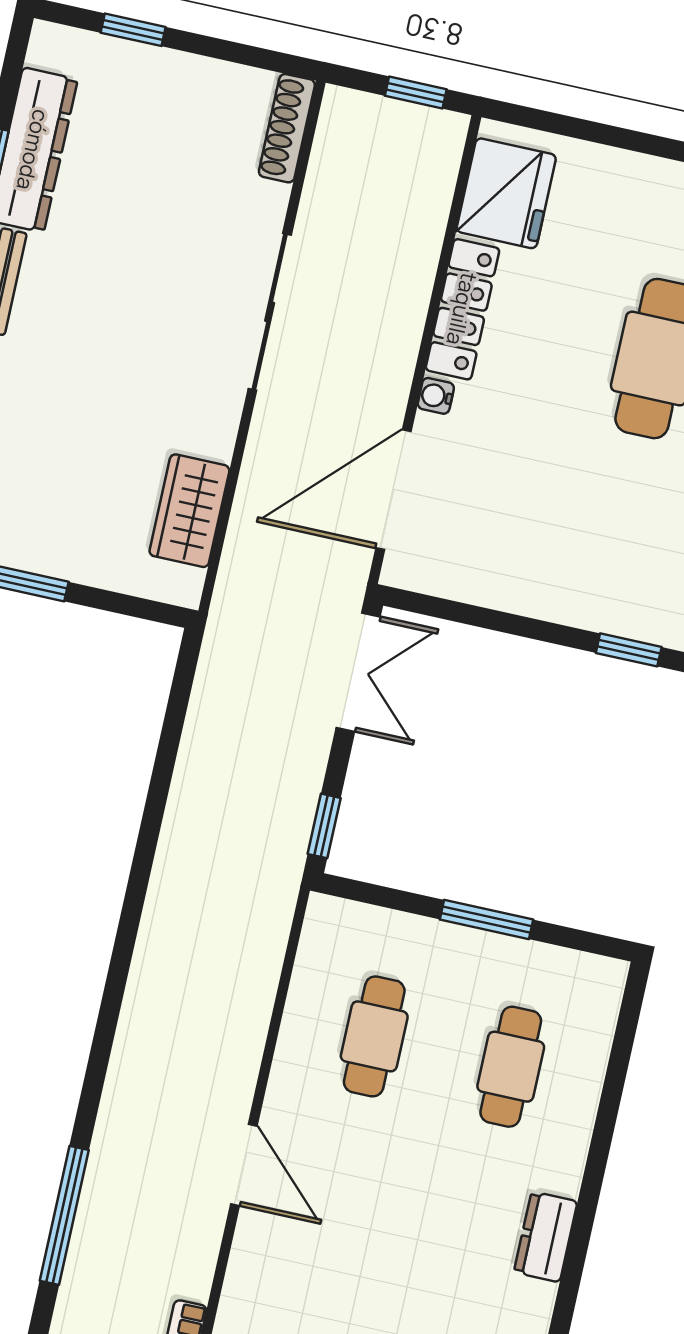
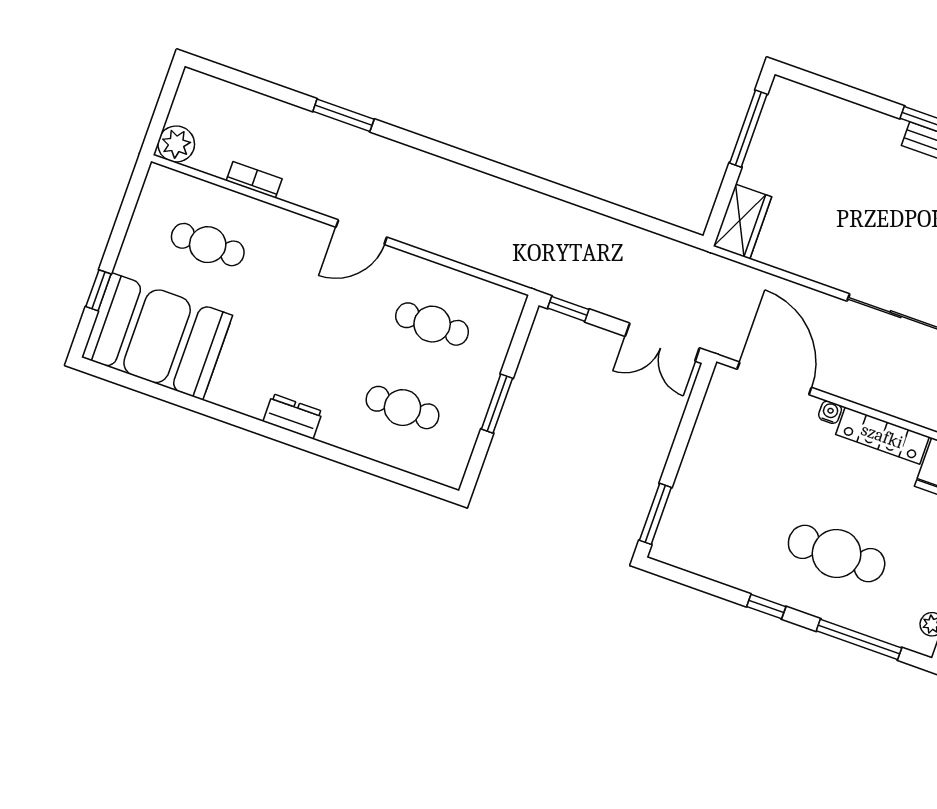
wardrobe: (189, 511) -> (742, 222), moved, turned 90
window: (629, 650) -> (655, 514), width x1.50
window: (64, 1215) -> (343, 115), width x0.69

